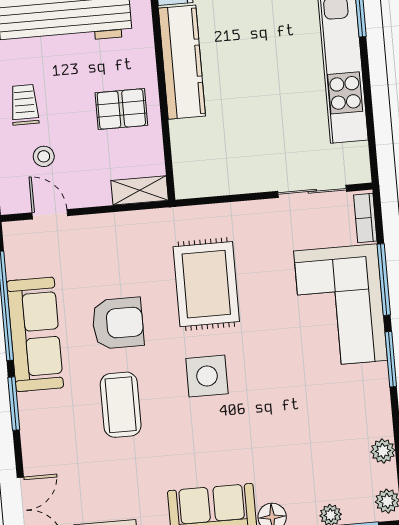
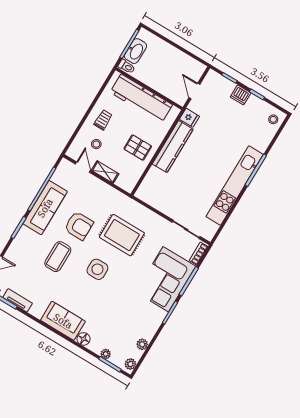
shelving: (140, 190) -> (105, 172), moved
rug: (206, 284) -> (122, 235), turned 90

